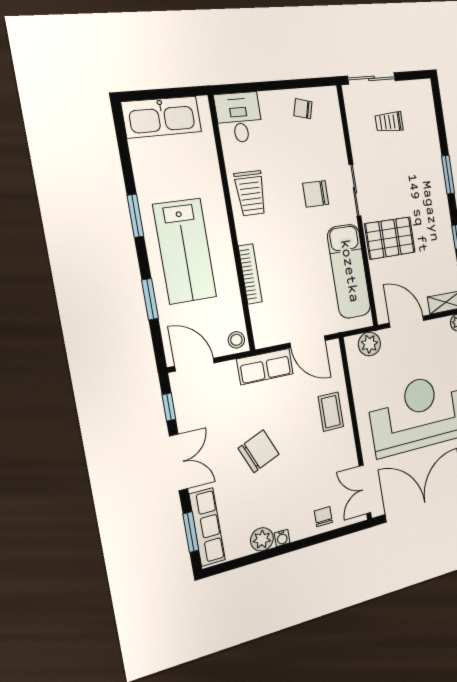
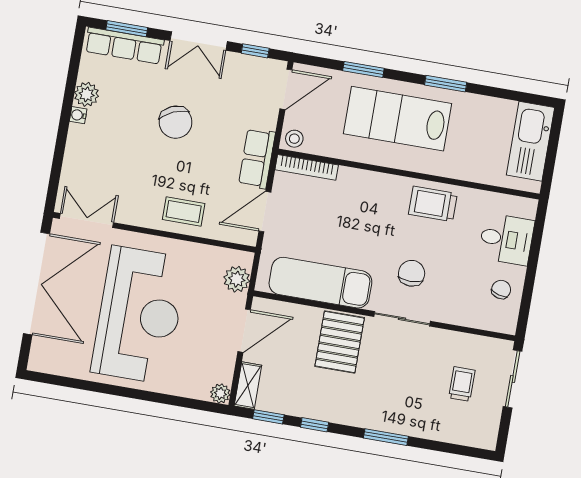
desk: (239, 118) -> (506, 239), moved
bookcase: (250, 274) -> (307, 167), moved
chair: (323, 517) -> (79, 165), removed

